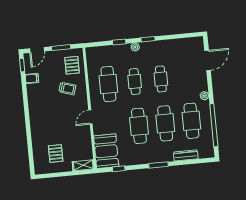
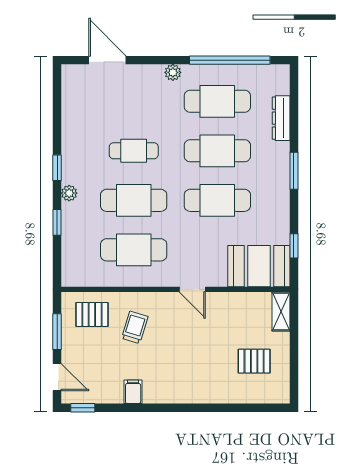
filing cabinet: (32, 78) -> (133, 392), moved
cafe table: (135, 81) -> (134, 200), width x1.37, depth x1.35

